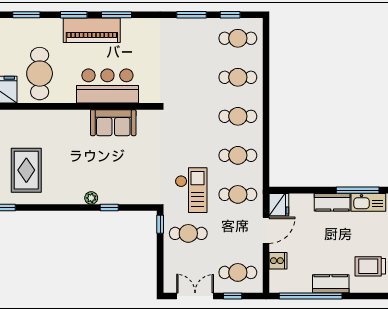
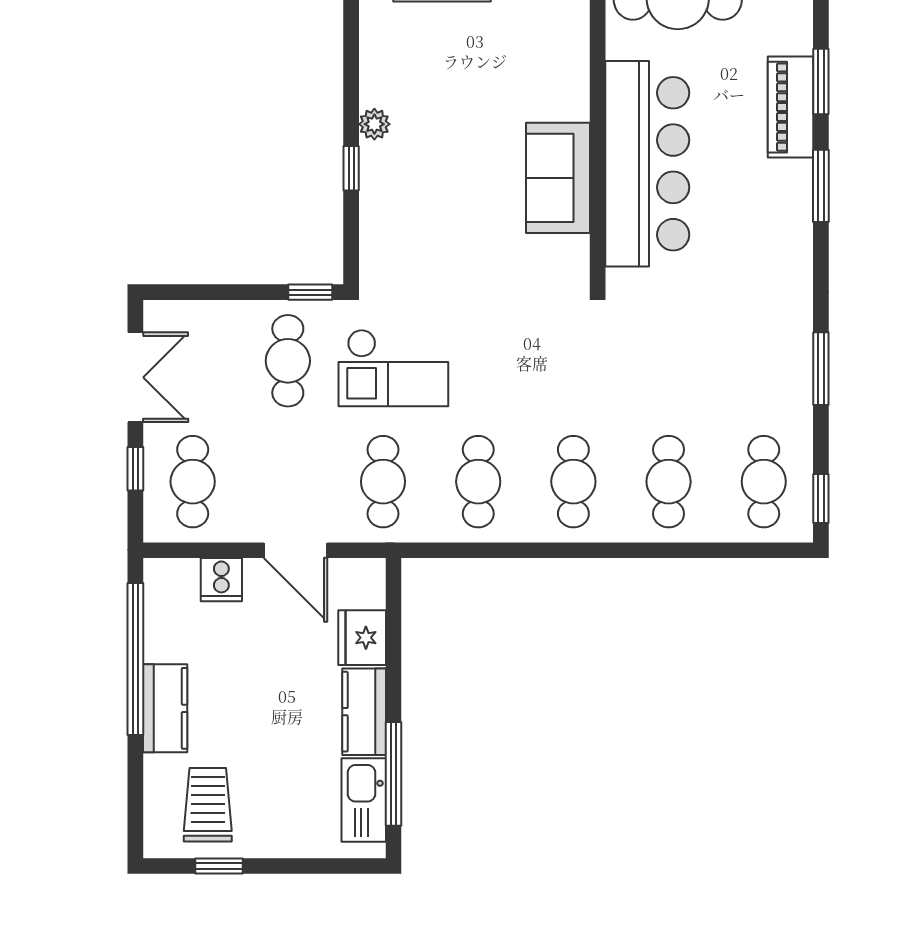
window: (230, 15) -> (821, 499), moved
piano: (92, 30) -> (791, 107), width x0.73, depth x0.75
bar counter: (107, 86) -> (647, 164), width x1.36
fridge: (279, 205) -> (362, 638), moved, turned 90

